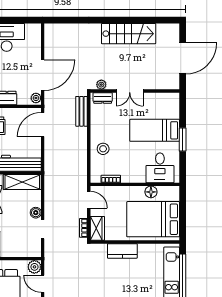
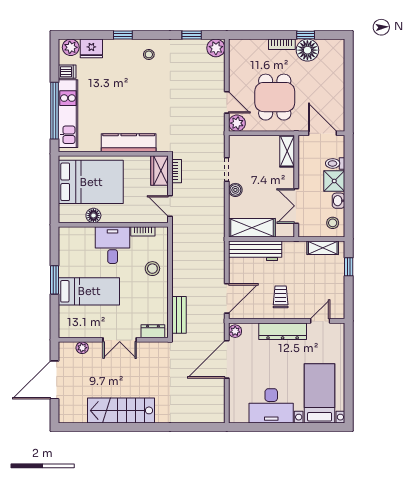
plant: (101, 85) -> (82, 348), moved
double door: (130, 91) -> (120, 340), swing flipped
desk: (160, 168) -> (113, 245), moved
kitchen counter: (122, 251) -> (129, 143), width x1.50

